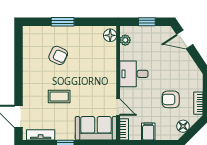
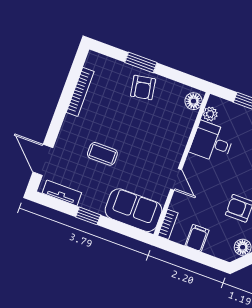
armchair: (58, 55) -> (143, 87), moved, turned 55
bookcase: (27, 58) -> (80, 92), added
desk: (134, 74) -> (212, 142), moved
door: (118, 107) -> (176, 179), moved

